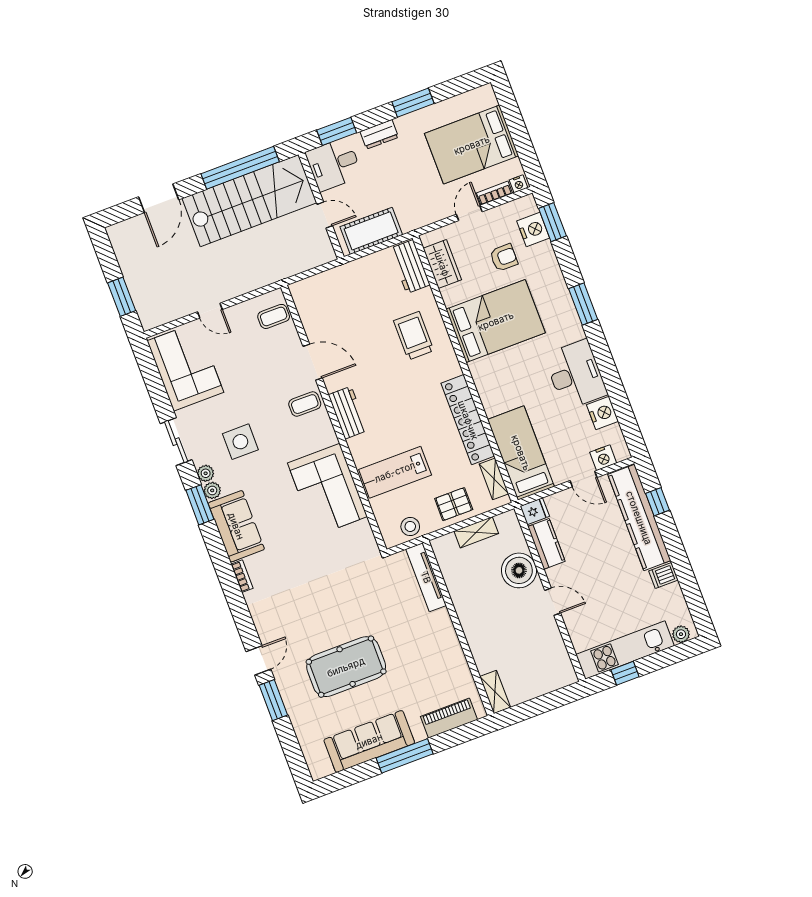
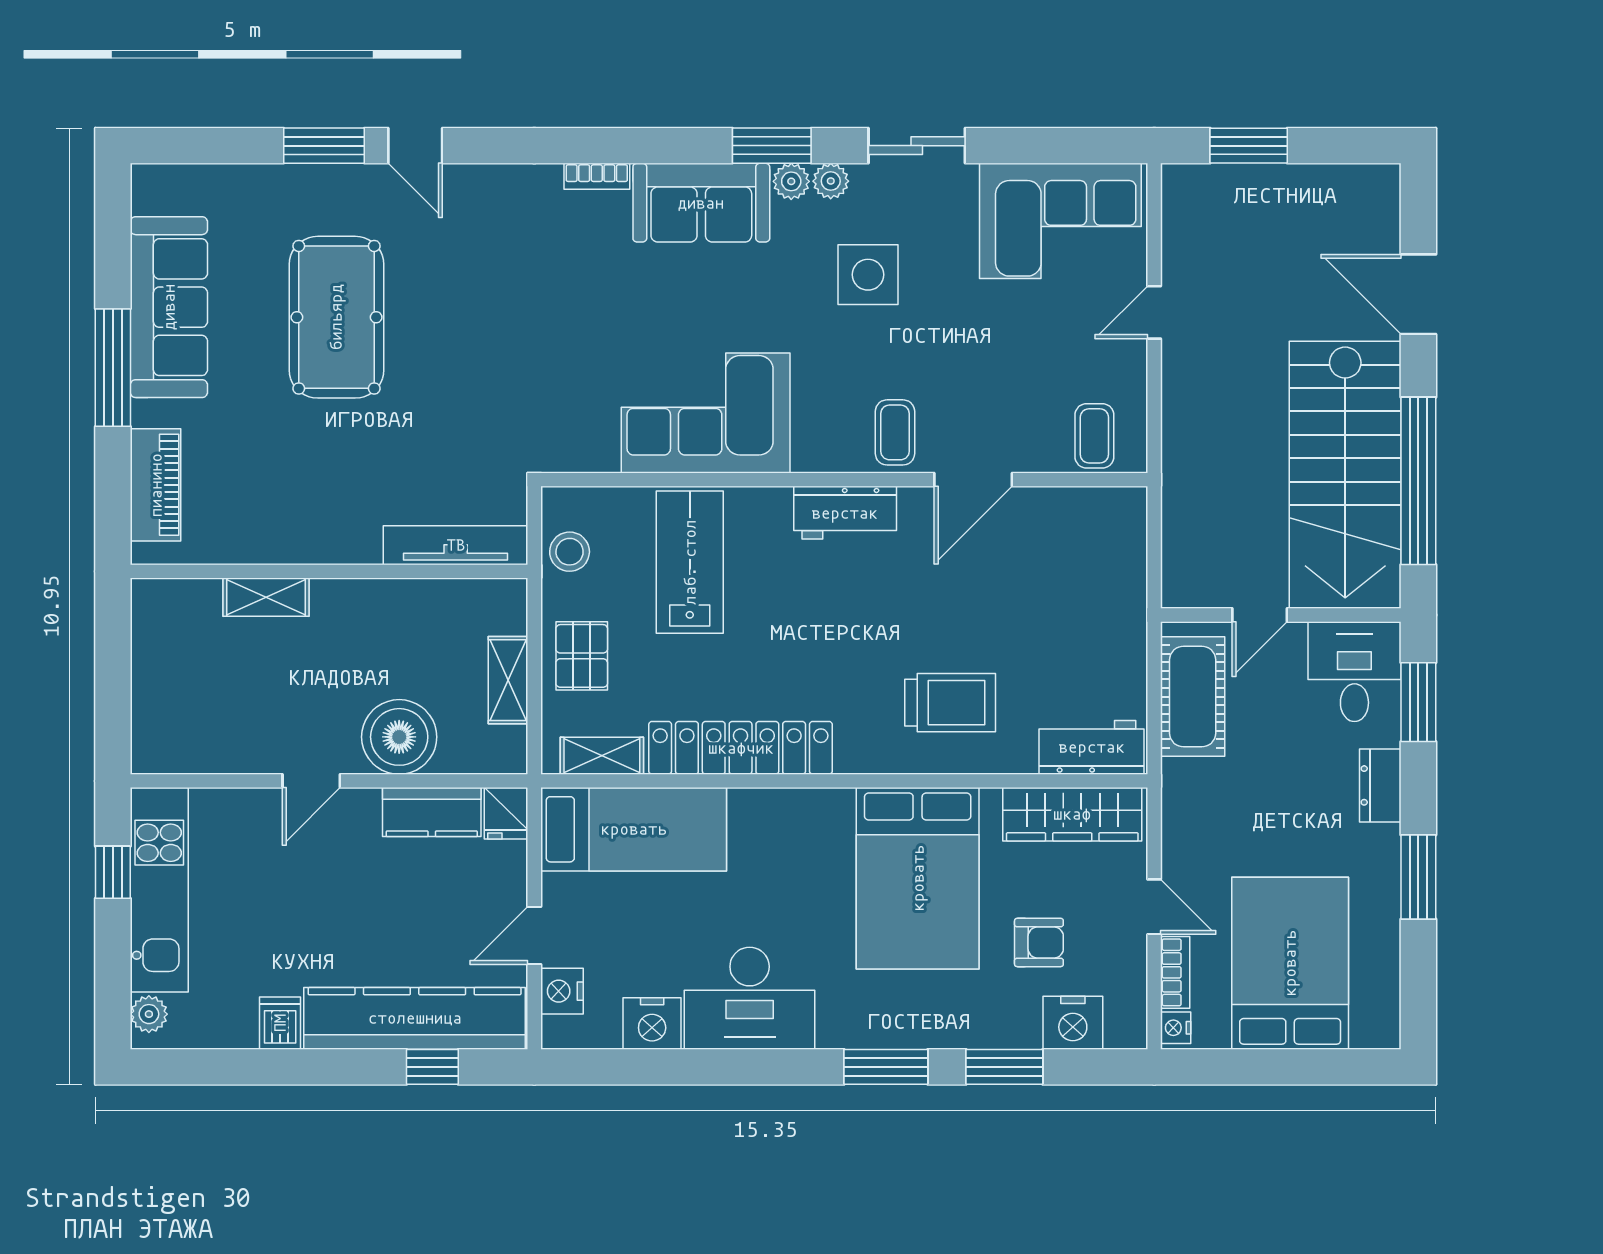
window: (552, 222) -> (1004, 1067), moved
armchair: (504, 258) -> (1039, 942), turned -90
wardrobe: (442, 264) -> (1072, 814), width x1.50
shelving: (495, 692) -> (266, 597), moved

